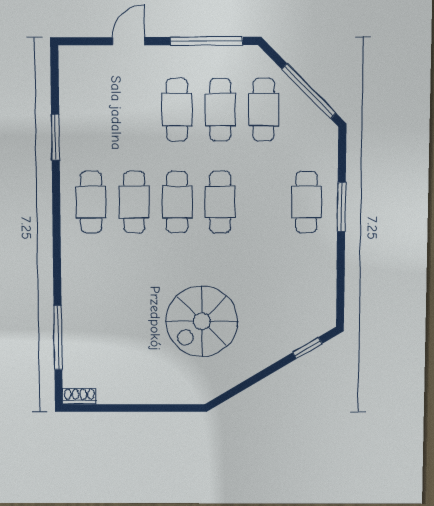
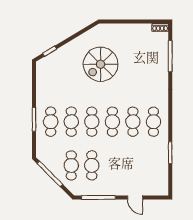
door: (129, 41) -> (135, 197), hinge flipped
cafe table: (177, 110) -> (71, 122), moved
spiral stairs: (202, 321) -> (101, 64), turned 180

